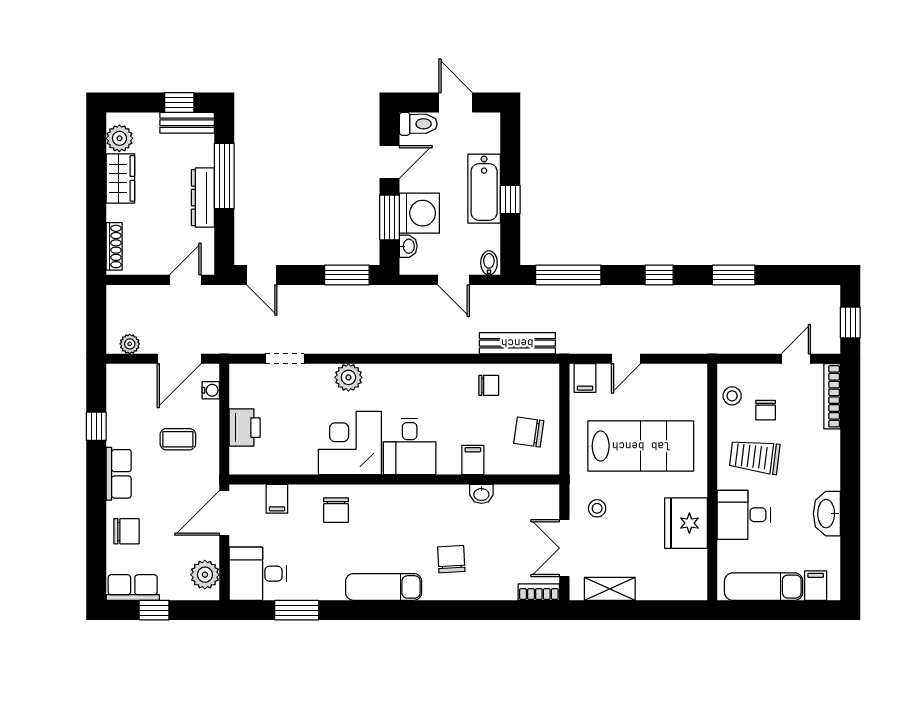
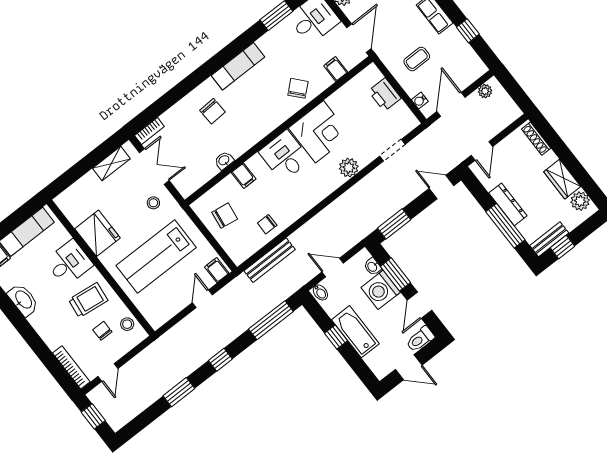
chair: (336, 510) -> (298, 88), turned 48

